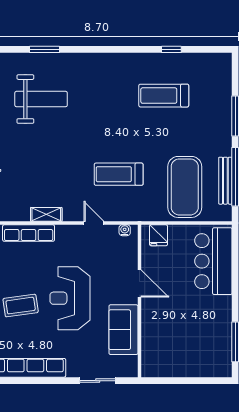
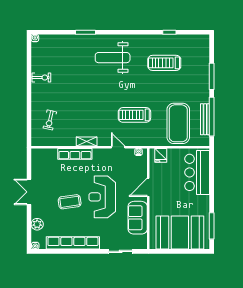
weight bench: (41, 99) -> (113, 58), moved, turned 180
door: (139, 284) -> (148, 187), swing flipped
booth: (187, 352) -> (180, 233), added

